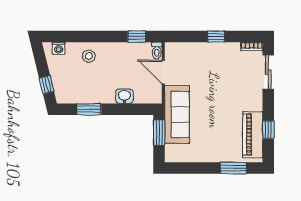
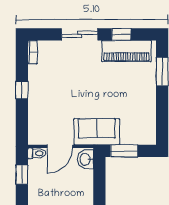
sliding door: (268, 72) -> (80, 34), moved
washbasin: (124, 96) -> (86, 159), moved
sofa: (177, 114) -> (97, 132), width x0.73

